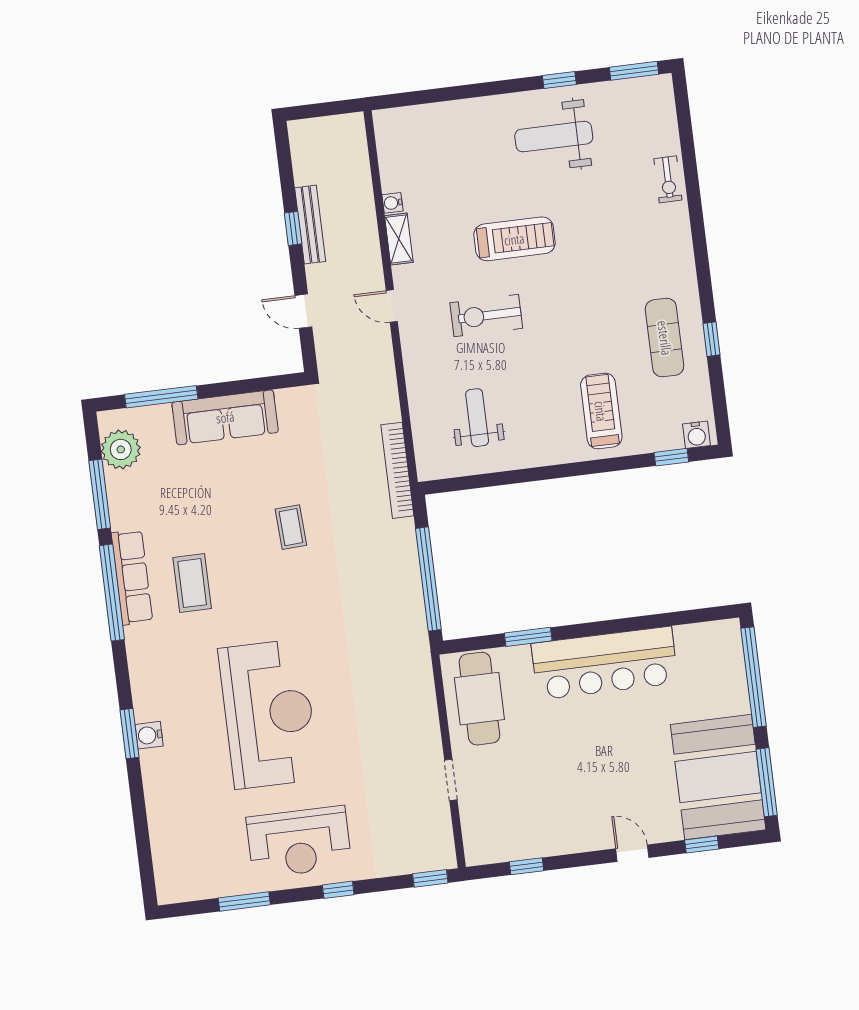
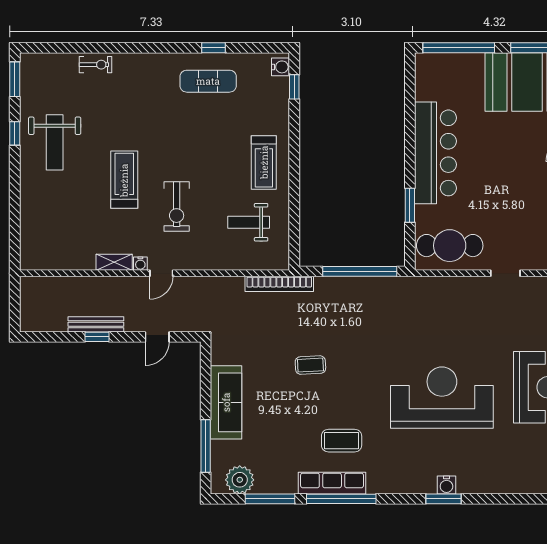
water cooler: (392, 203) -> (140, 264), moved
treadmill: (601, 411) -> (264, 162), moved, turned -90

